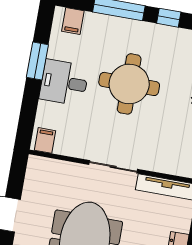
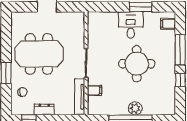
filing cabinet: (45, 140) -> (94, 90), moved

